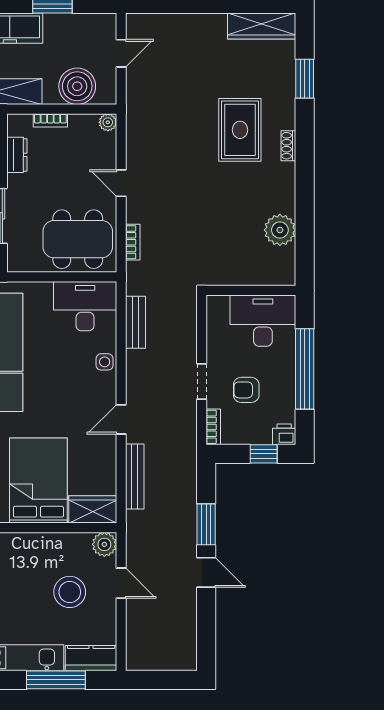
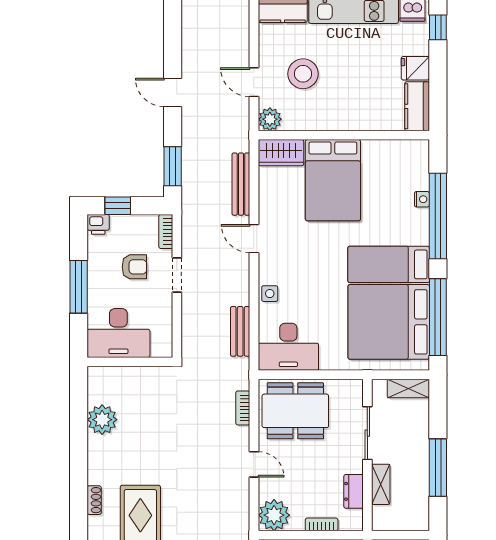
plant: (108, 122) -> (274, 515), width x1.88, depth x1.88
window: (305, 369) -> (79, 287), width x0.68
door: (121, 419) -> (254, 239), swing flipped
window: (206, 524) -> (173, 166), moved

